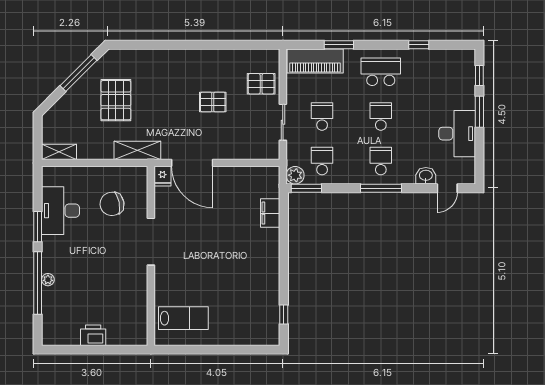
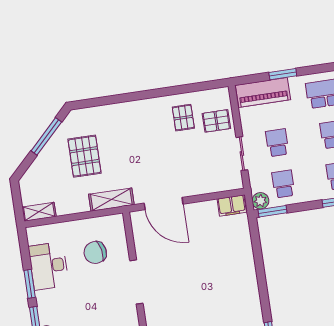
pallet: (213, 102) -> (183, 118), moved, turned 90
fridge: (162, 176) -> (138, 220), removed
filing cabinet: (270, 213) -> (232, 206), moved, turned -90

